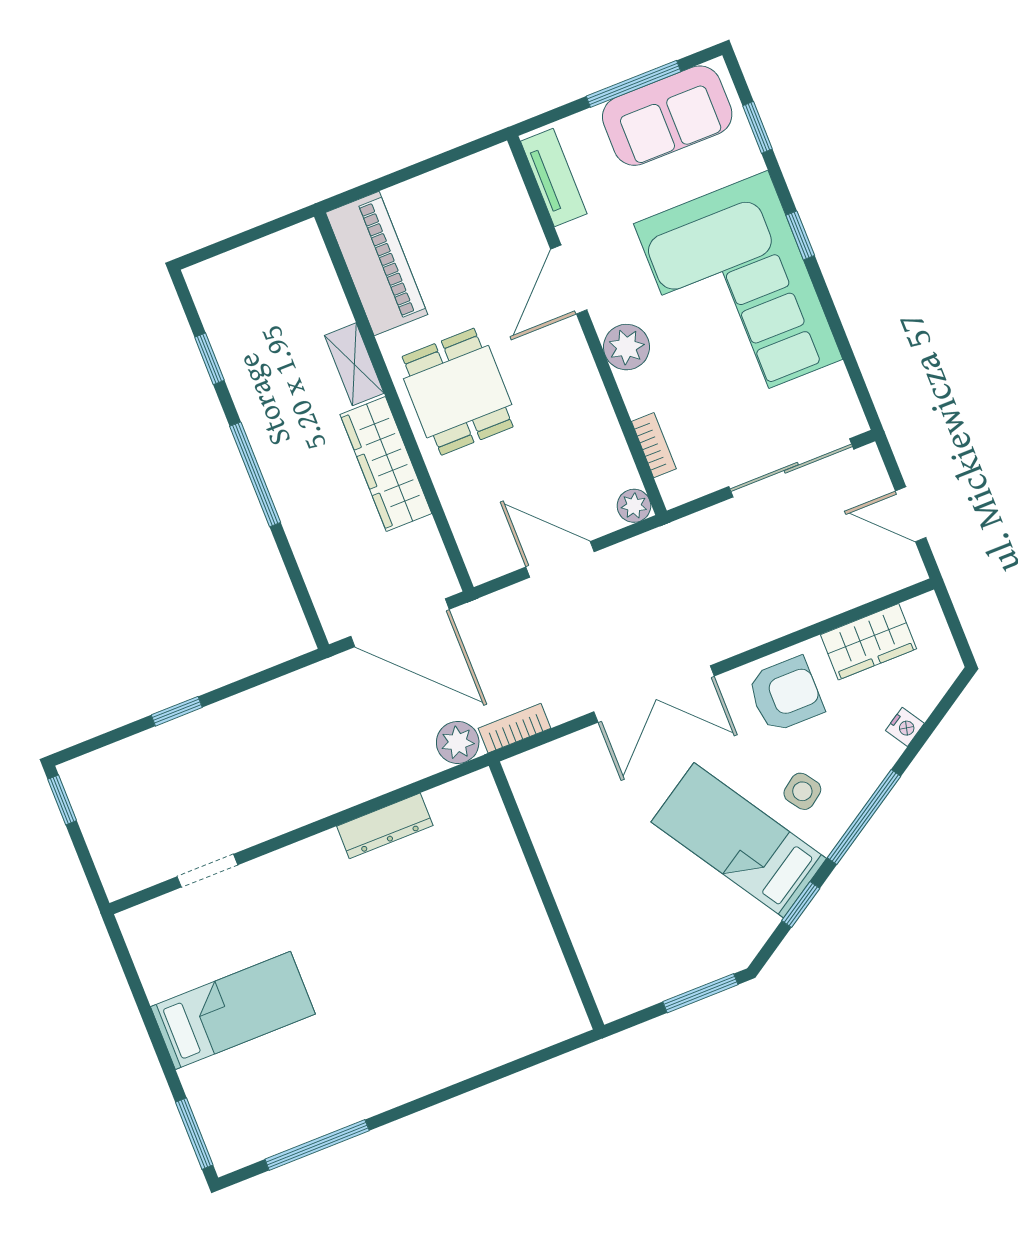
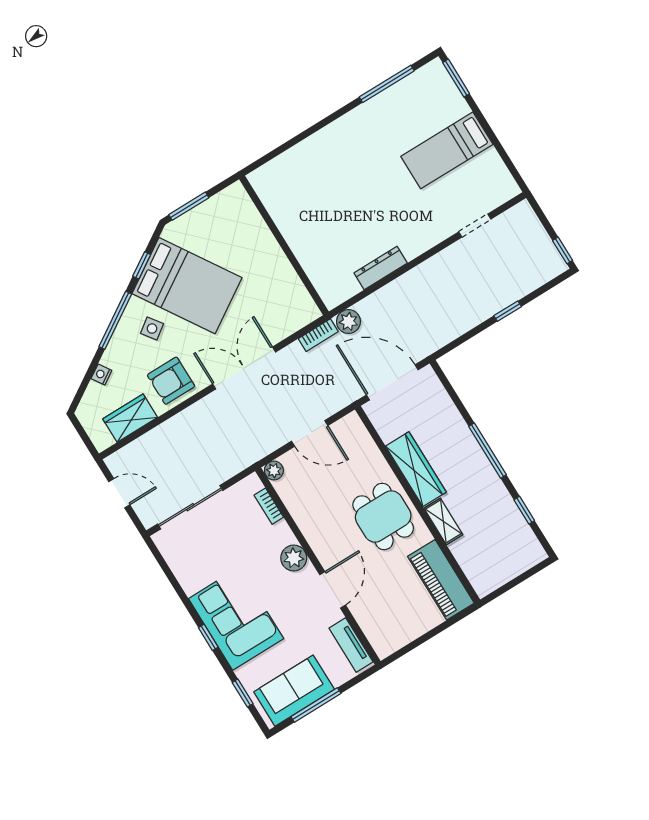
corner sofa: (738, 291) -> (236, 619), width x0.73, depth x0.74
bed: (739, 840) -> (187, 286), width x1.50

